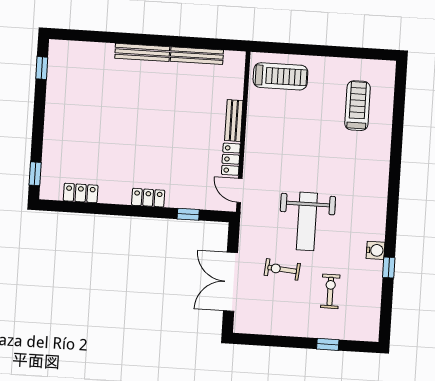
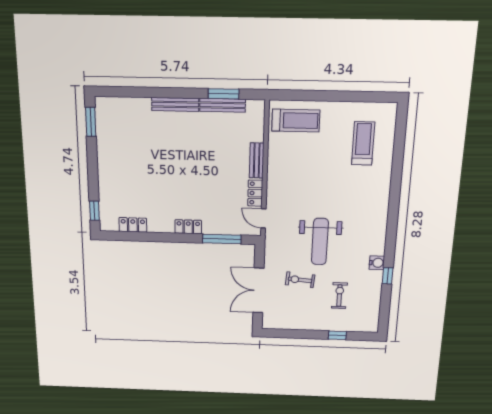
window: (199, 43) -> (224, 94), added
window: (42, 68) -> (91, 122), width x1.50
window: (188, 214) -> (222, 239), width x2.17

